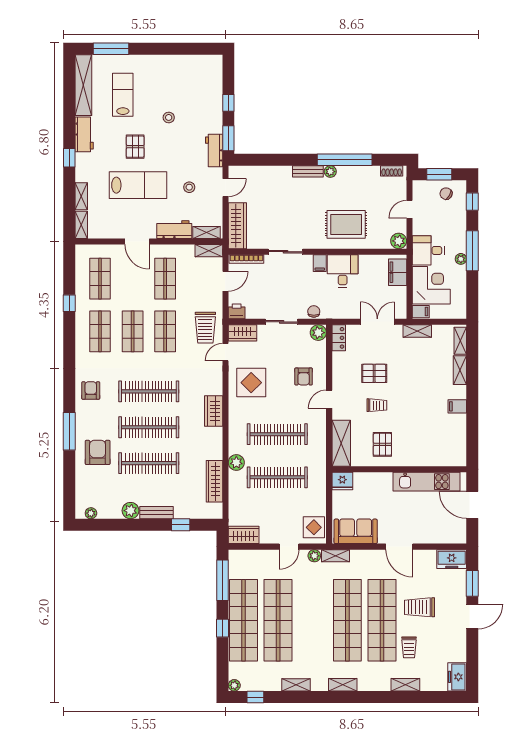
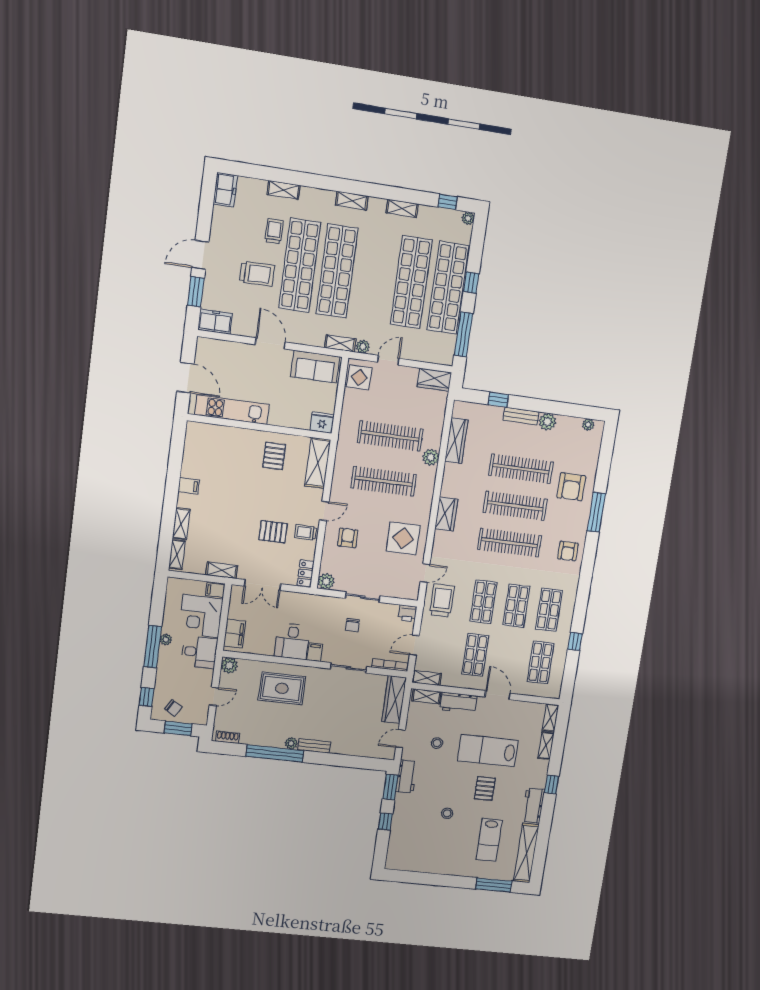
chair: (314, 311) -> (352, 625), moved
wardrobe: (242, 333) -> (405, 591), removed
trolley: (377, 405) -> (306, 532), moved

